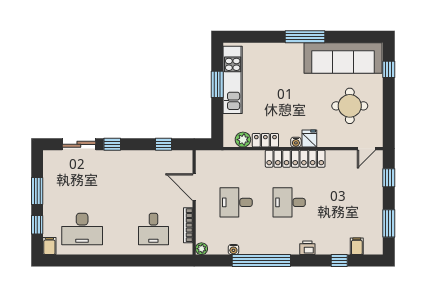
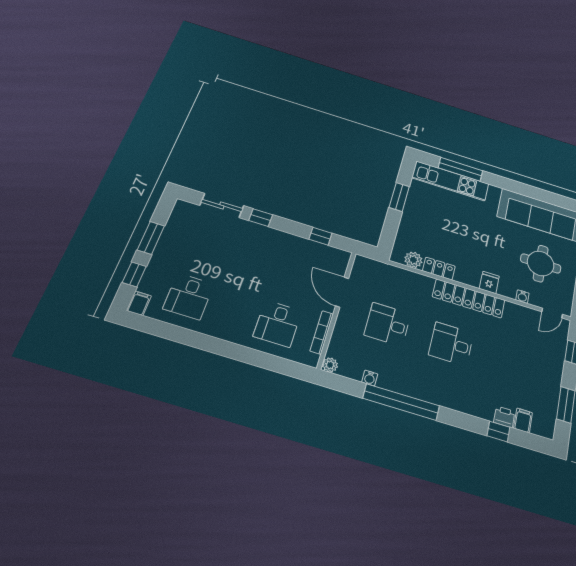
window: (305, 37) -> (460, 169), moved
kitchen unit: (233, 80) -> (450, 181), moved, turned 90
water cooler: (296, 142) -> (522, 297), moved
desk: (82, 229) -> (189, 296), width x0.73
printer: (307, 248) -> (504, 417), moved

